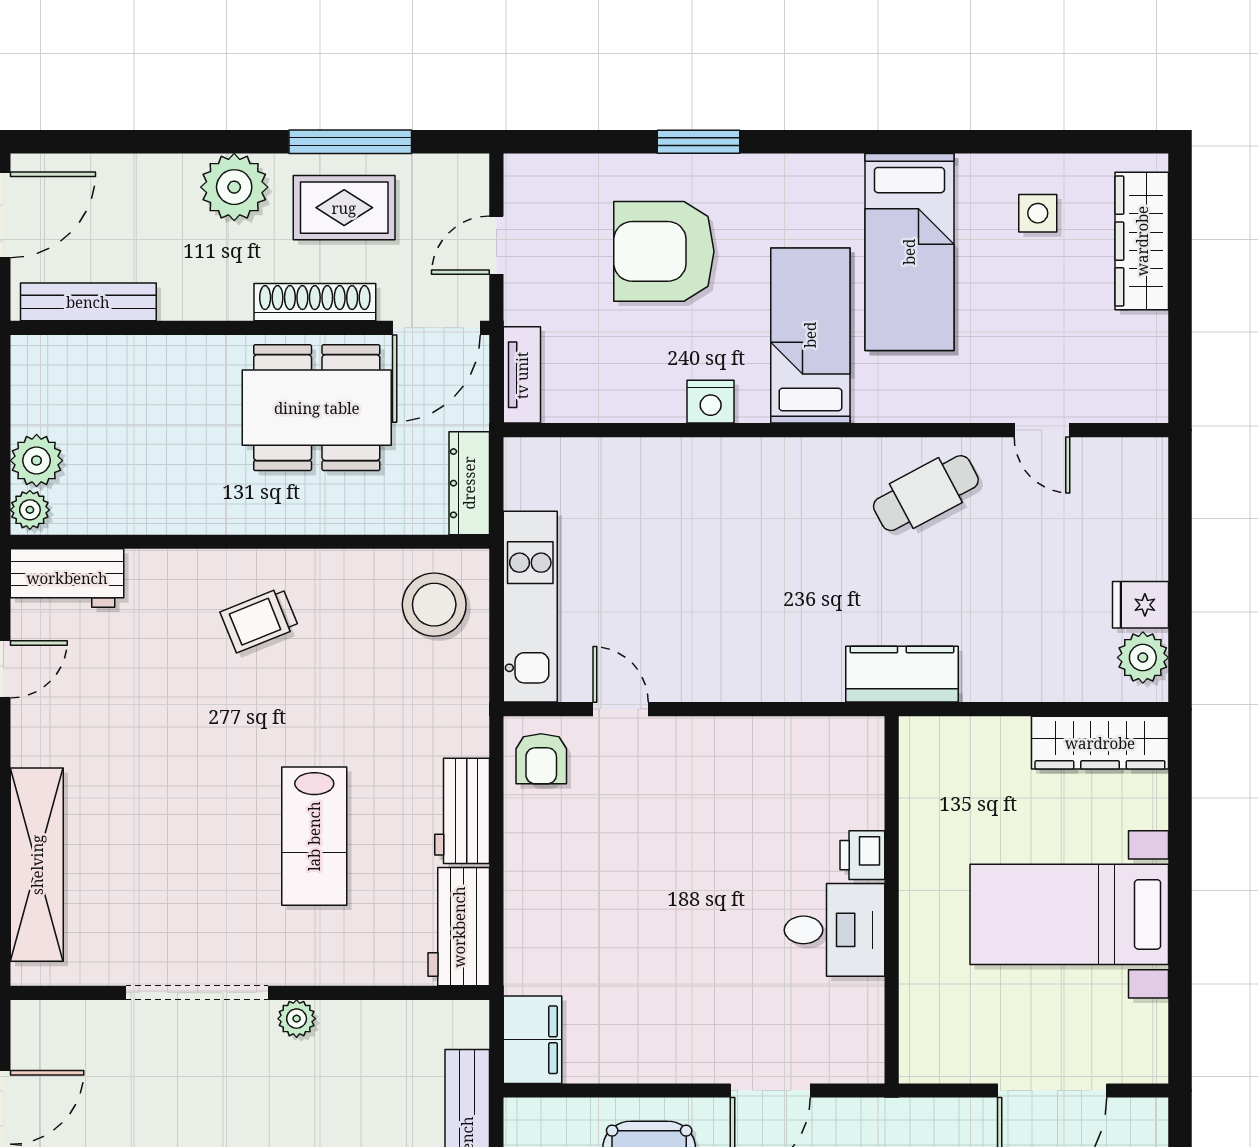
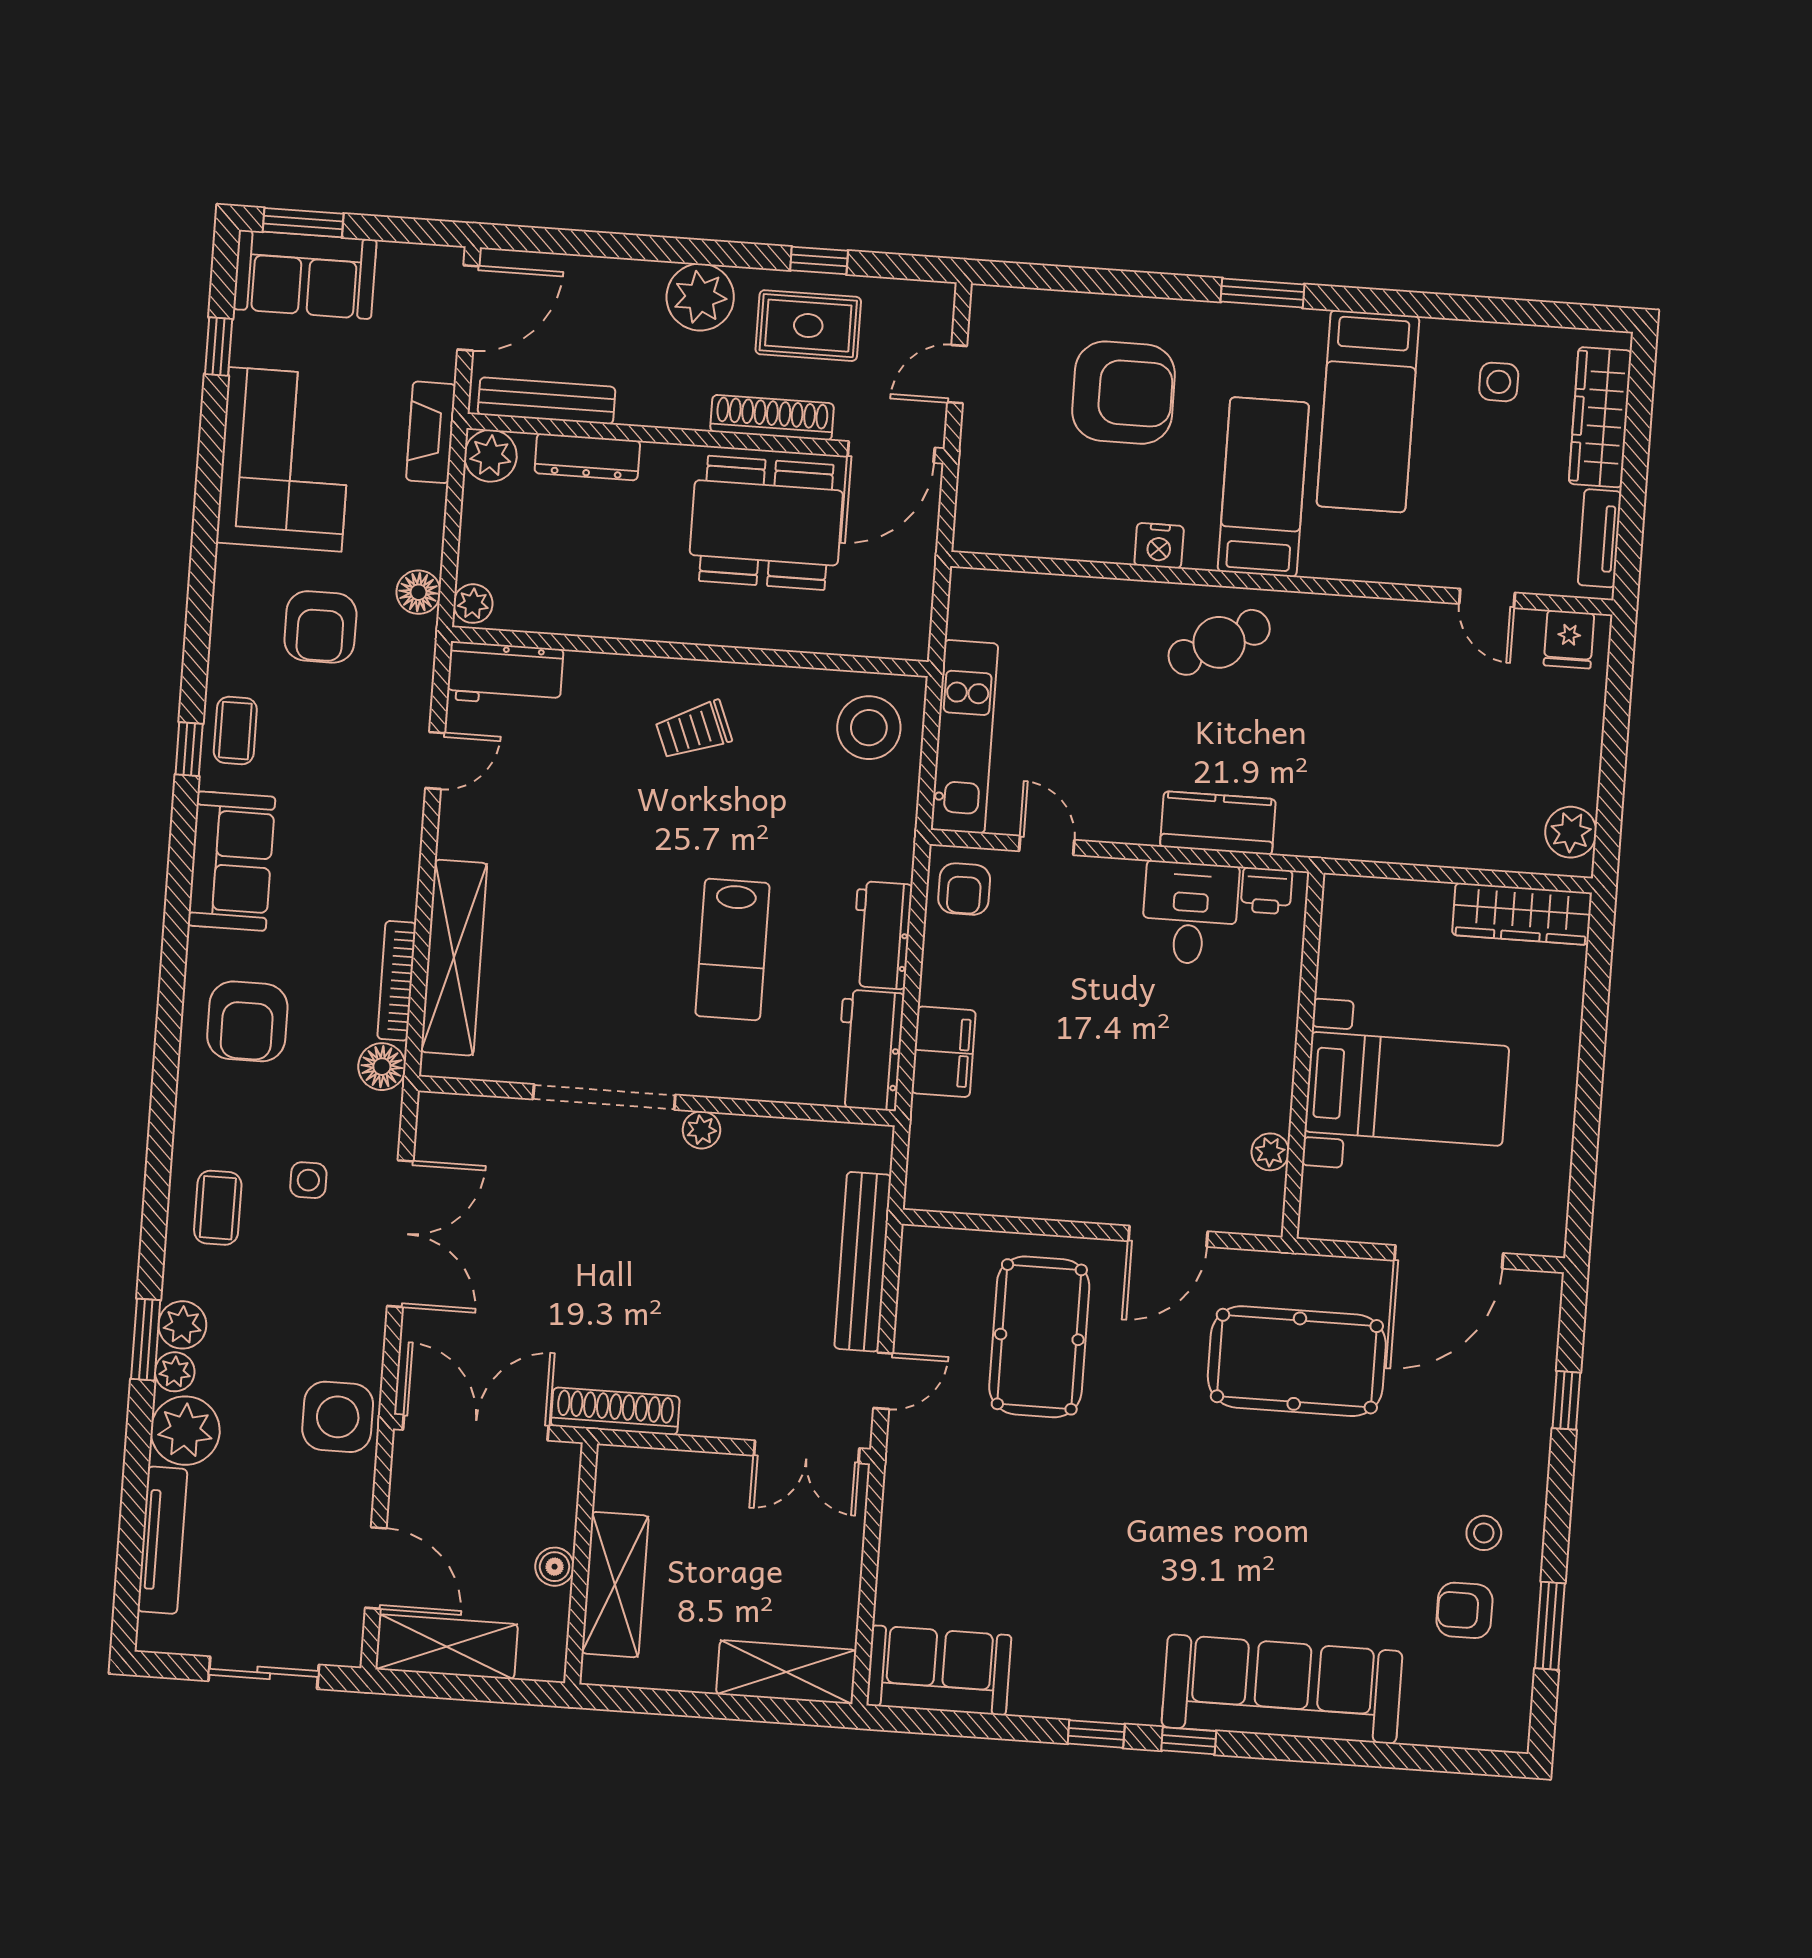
window: (350, 142) -> (819, 261), width x0.46
window: (698, 142) -> (1263, 293), moved
armchair: (664, 251) -> (1124, 393), turned 180
tv unit: (522, 375) -> (1600, 538), moved, turned 180
plant: (37, 461) -> (491, 456), moved
dresser: (469, 483) -> (587, 457), moved, turned -90
cafe table: (926, 493) -> (1219, 642), moved
fridge: (1140, 605) -> (1569, 639), moved, turned -90
kitchen counter: (902, 674) -> (1218, 823), moved
printer: (862, 855) -> (1266, 891), moved, turned -90
bed with nightstands: (1069, 914) -> (1407, 1089), moved, turned 180
desk: (835, 930) -> (1190, 913), moved, turned -90
plant: (866, 999) -> (1270, 1152), added
filing cabinet: (533, 1040) -> (944, 1052), moved

